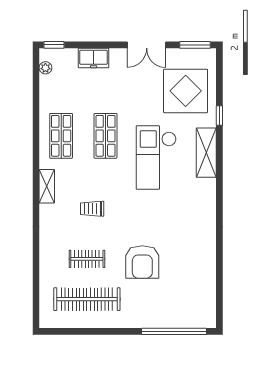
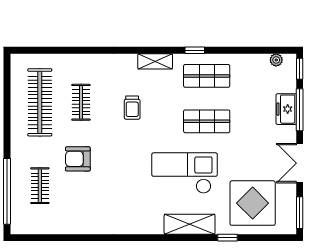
window: (94, 45) -> (300, 110), added
window: (36, 148) -> (195, 50), added
trolley: (92, 209) -> (132, 108), turned 180
armchair: (142, 262) -> (78, 159), width x0.73, depth x0.73
clothes rail: (168, 299) -> (40, 186), added

